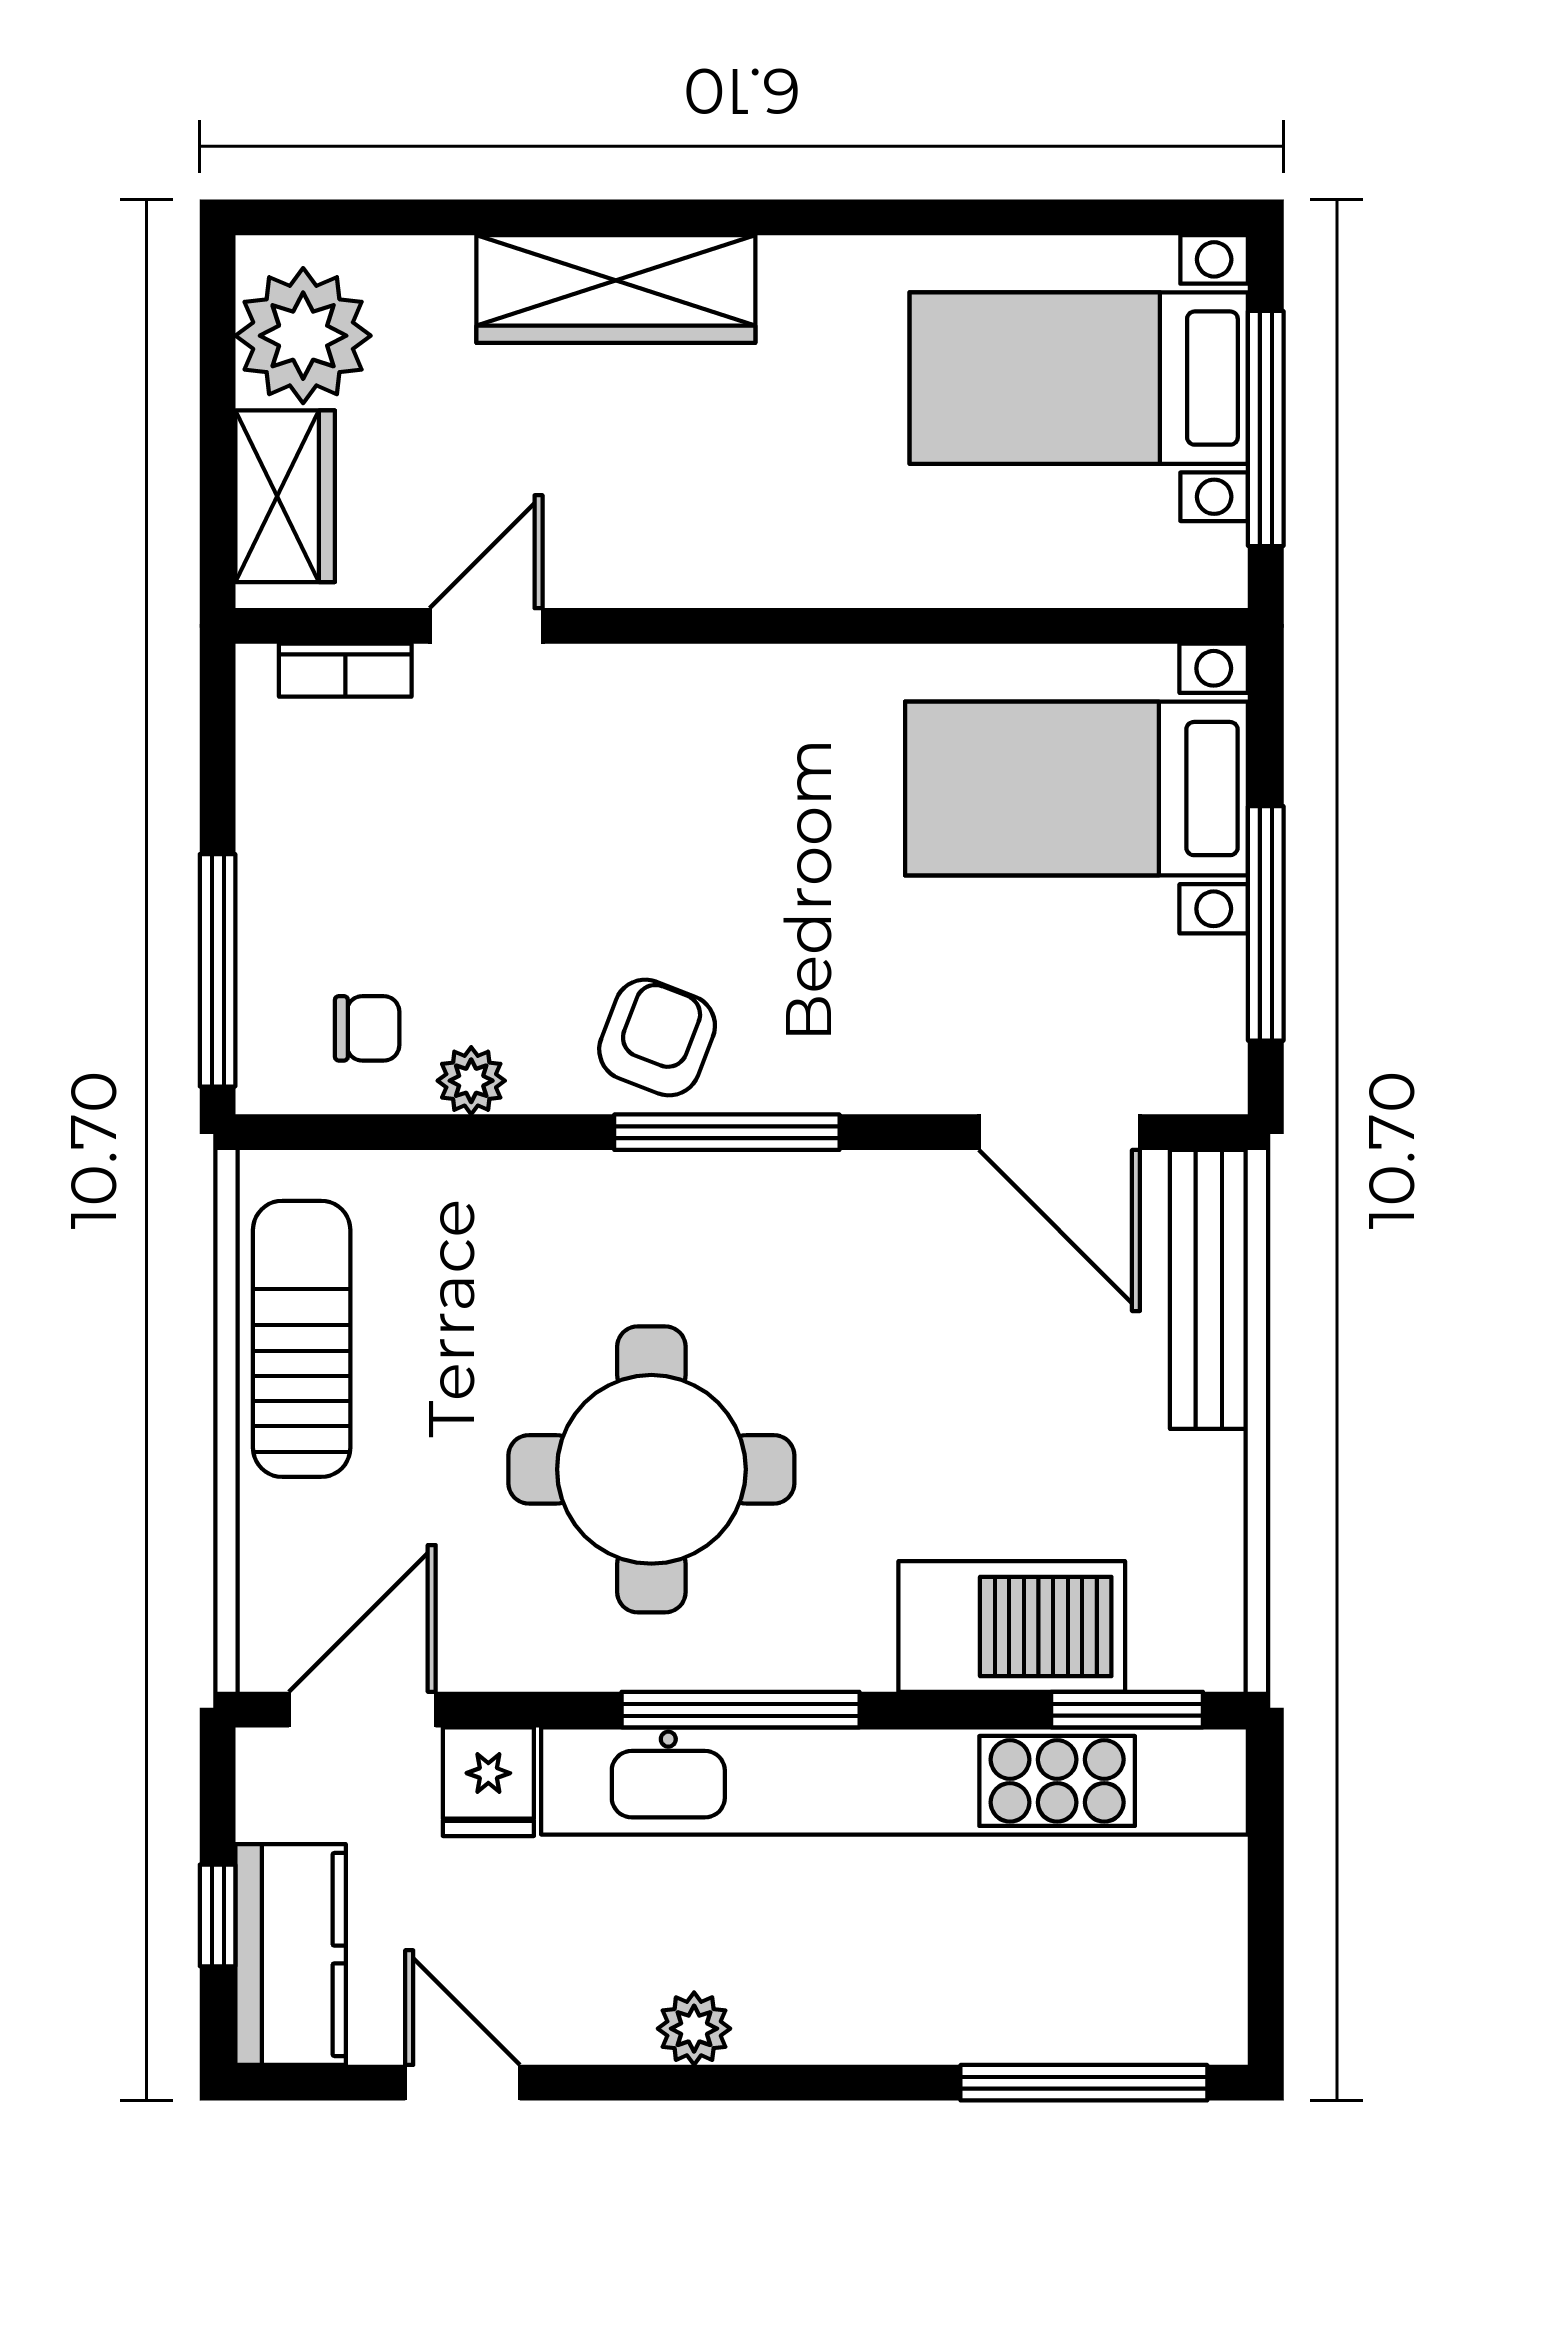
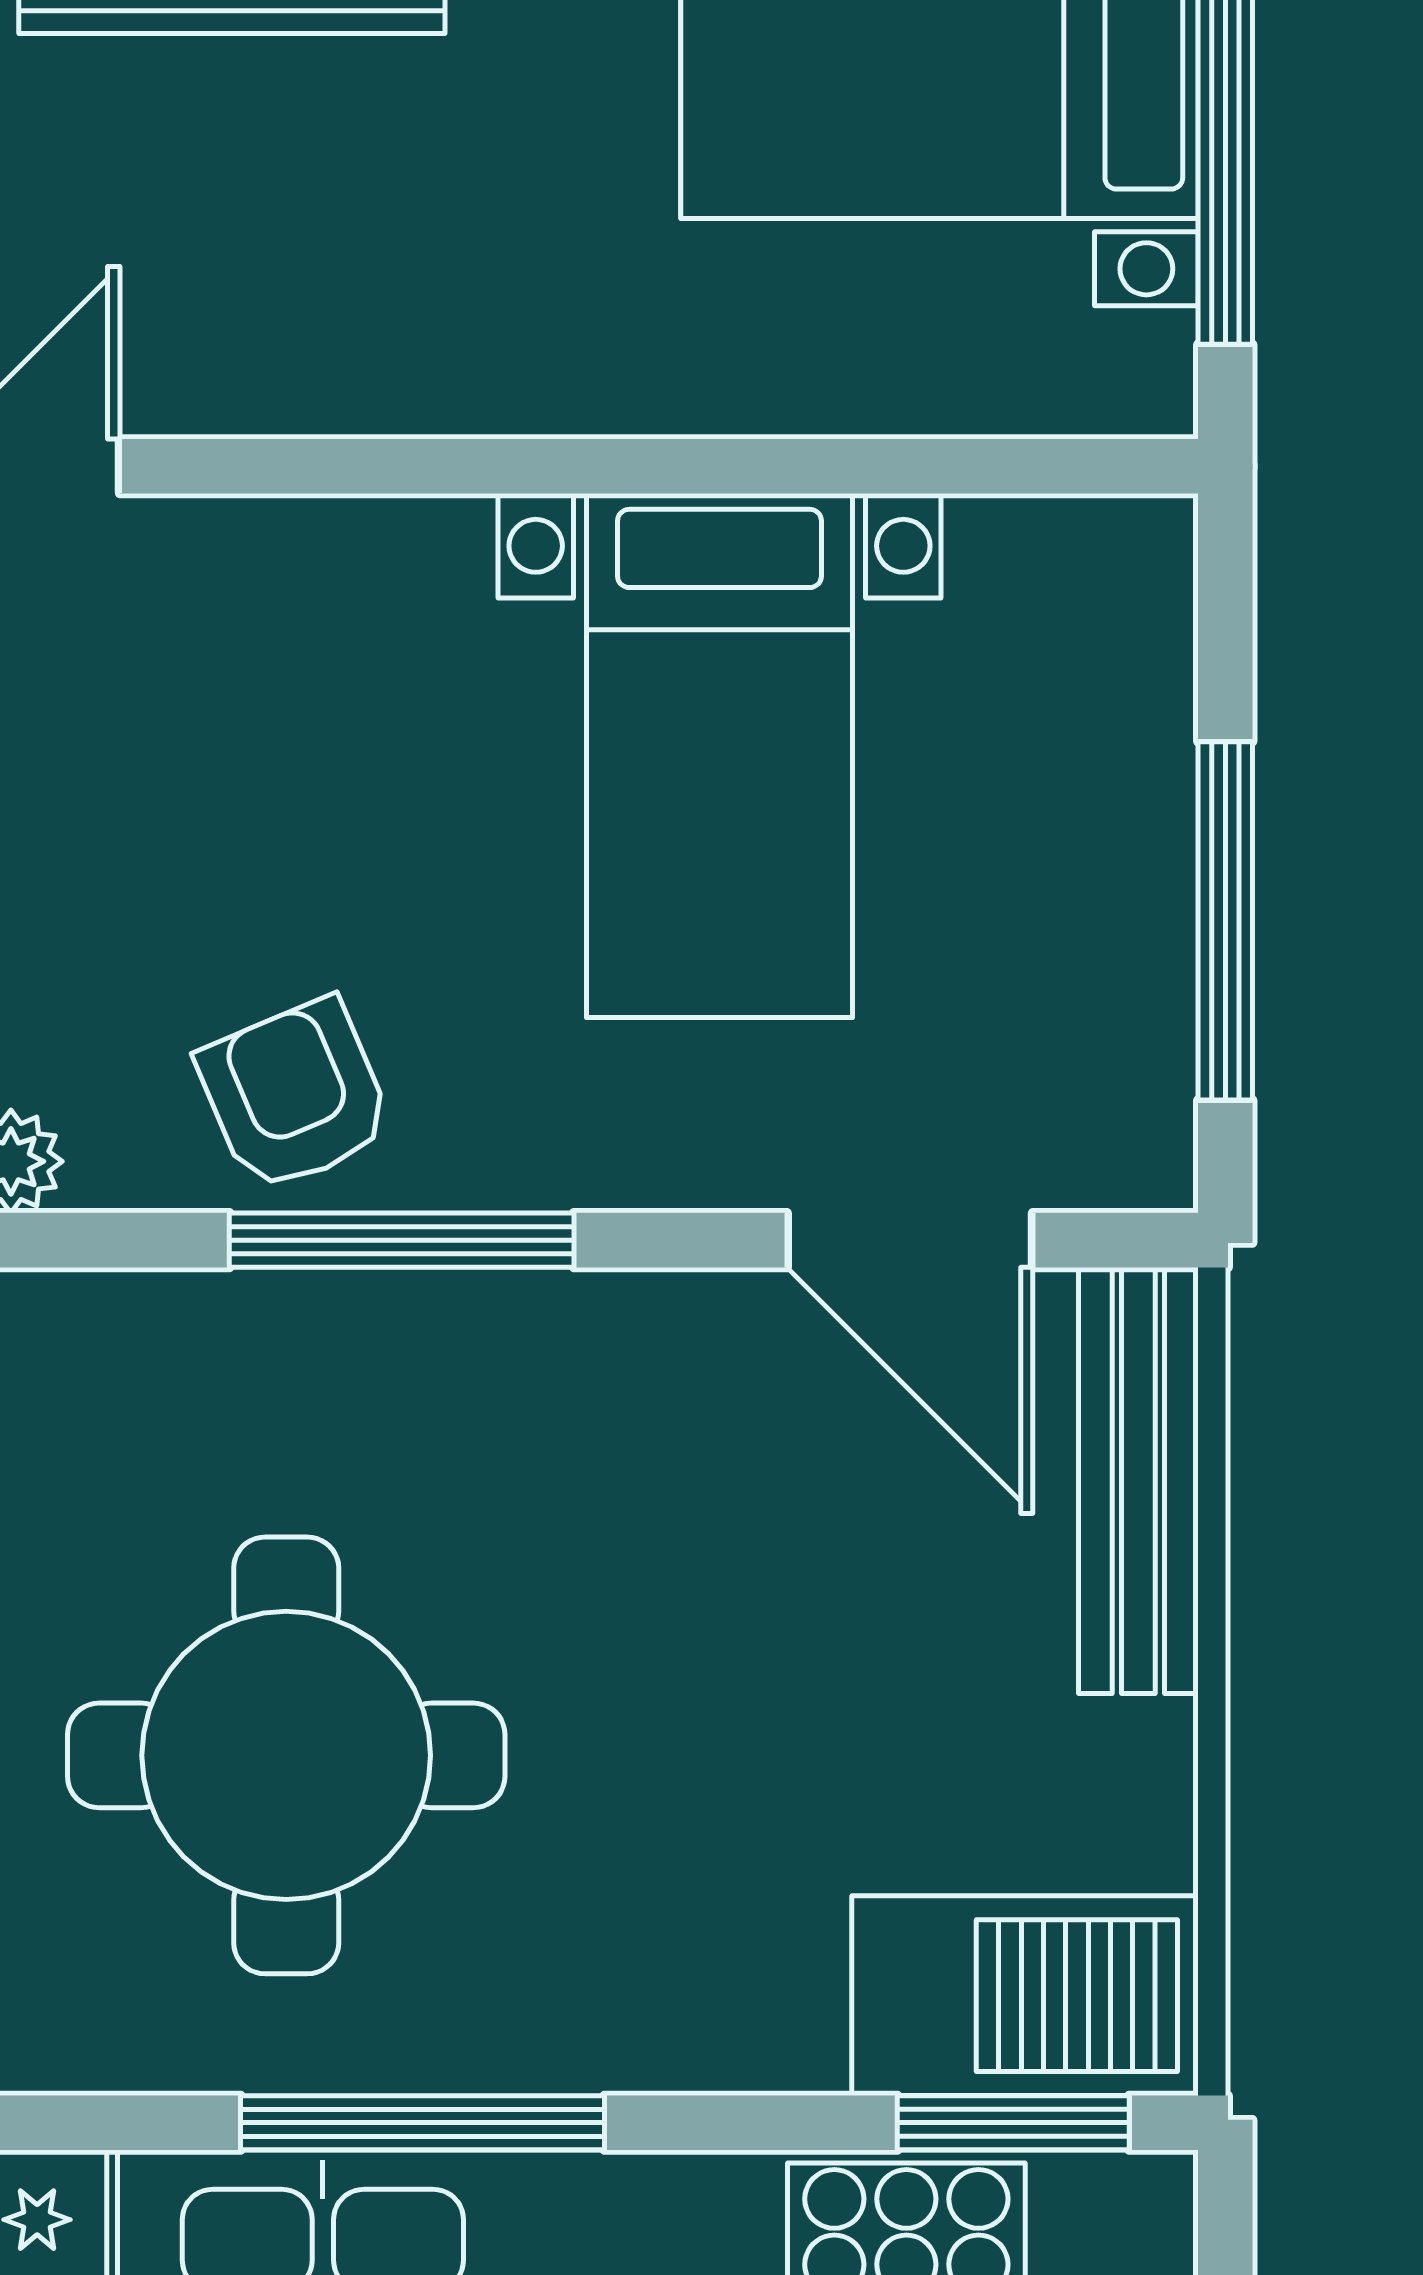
bed with nightstands: (1077, 789) -> (719, 755), moved, turned -90
armchair: (657, 1038) -> (295, 1095), turned -44
barbecue: (1012, 1626) -> (1025, 1996), moved

